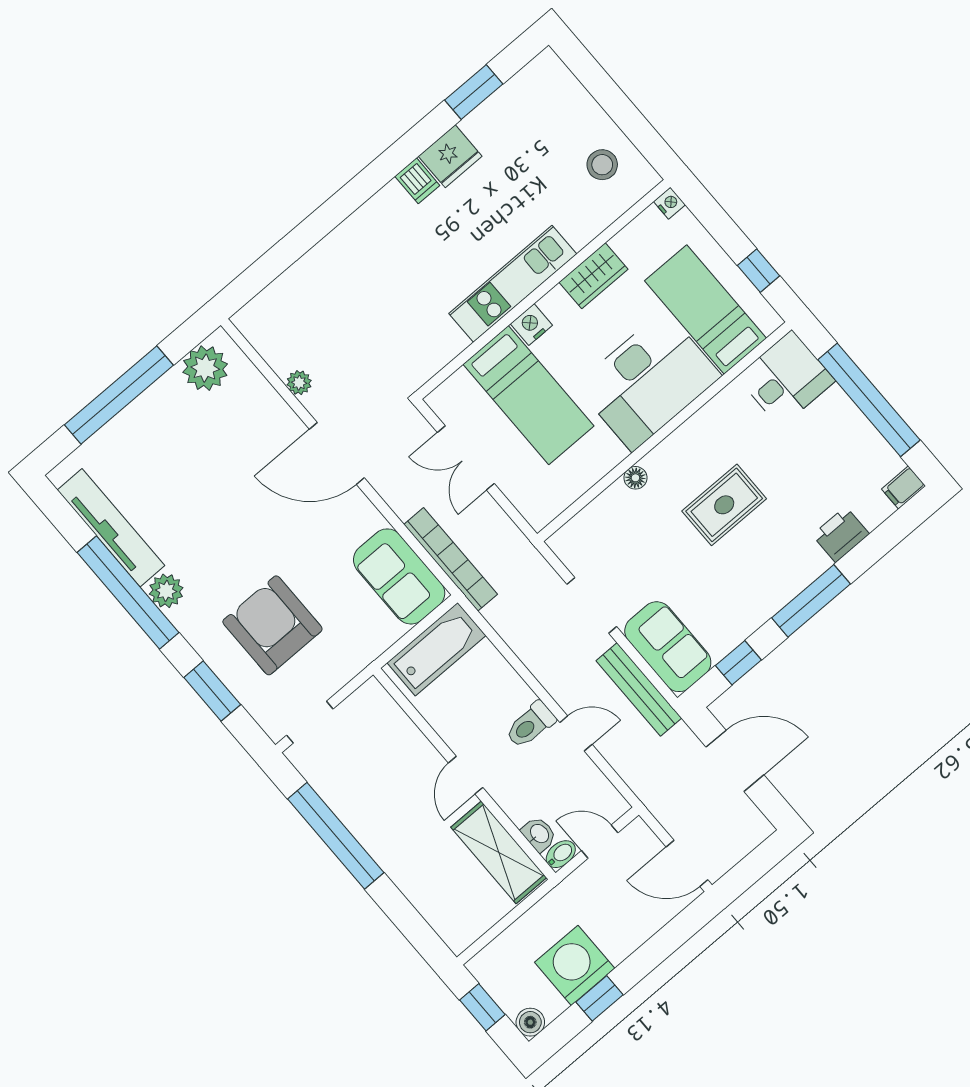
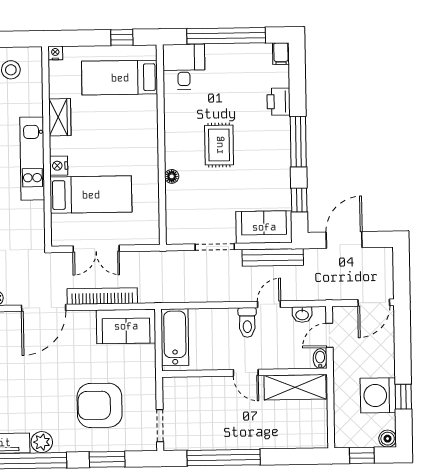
desk: (648, 381) -> (131, 132), removed
bookcase: (451, 559) -> (102, 296), moved
washbasin: (539, 834) -> (302, 315), moved, turned 180

